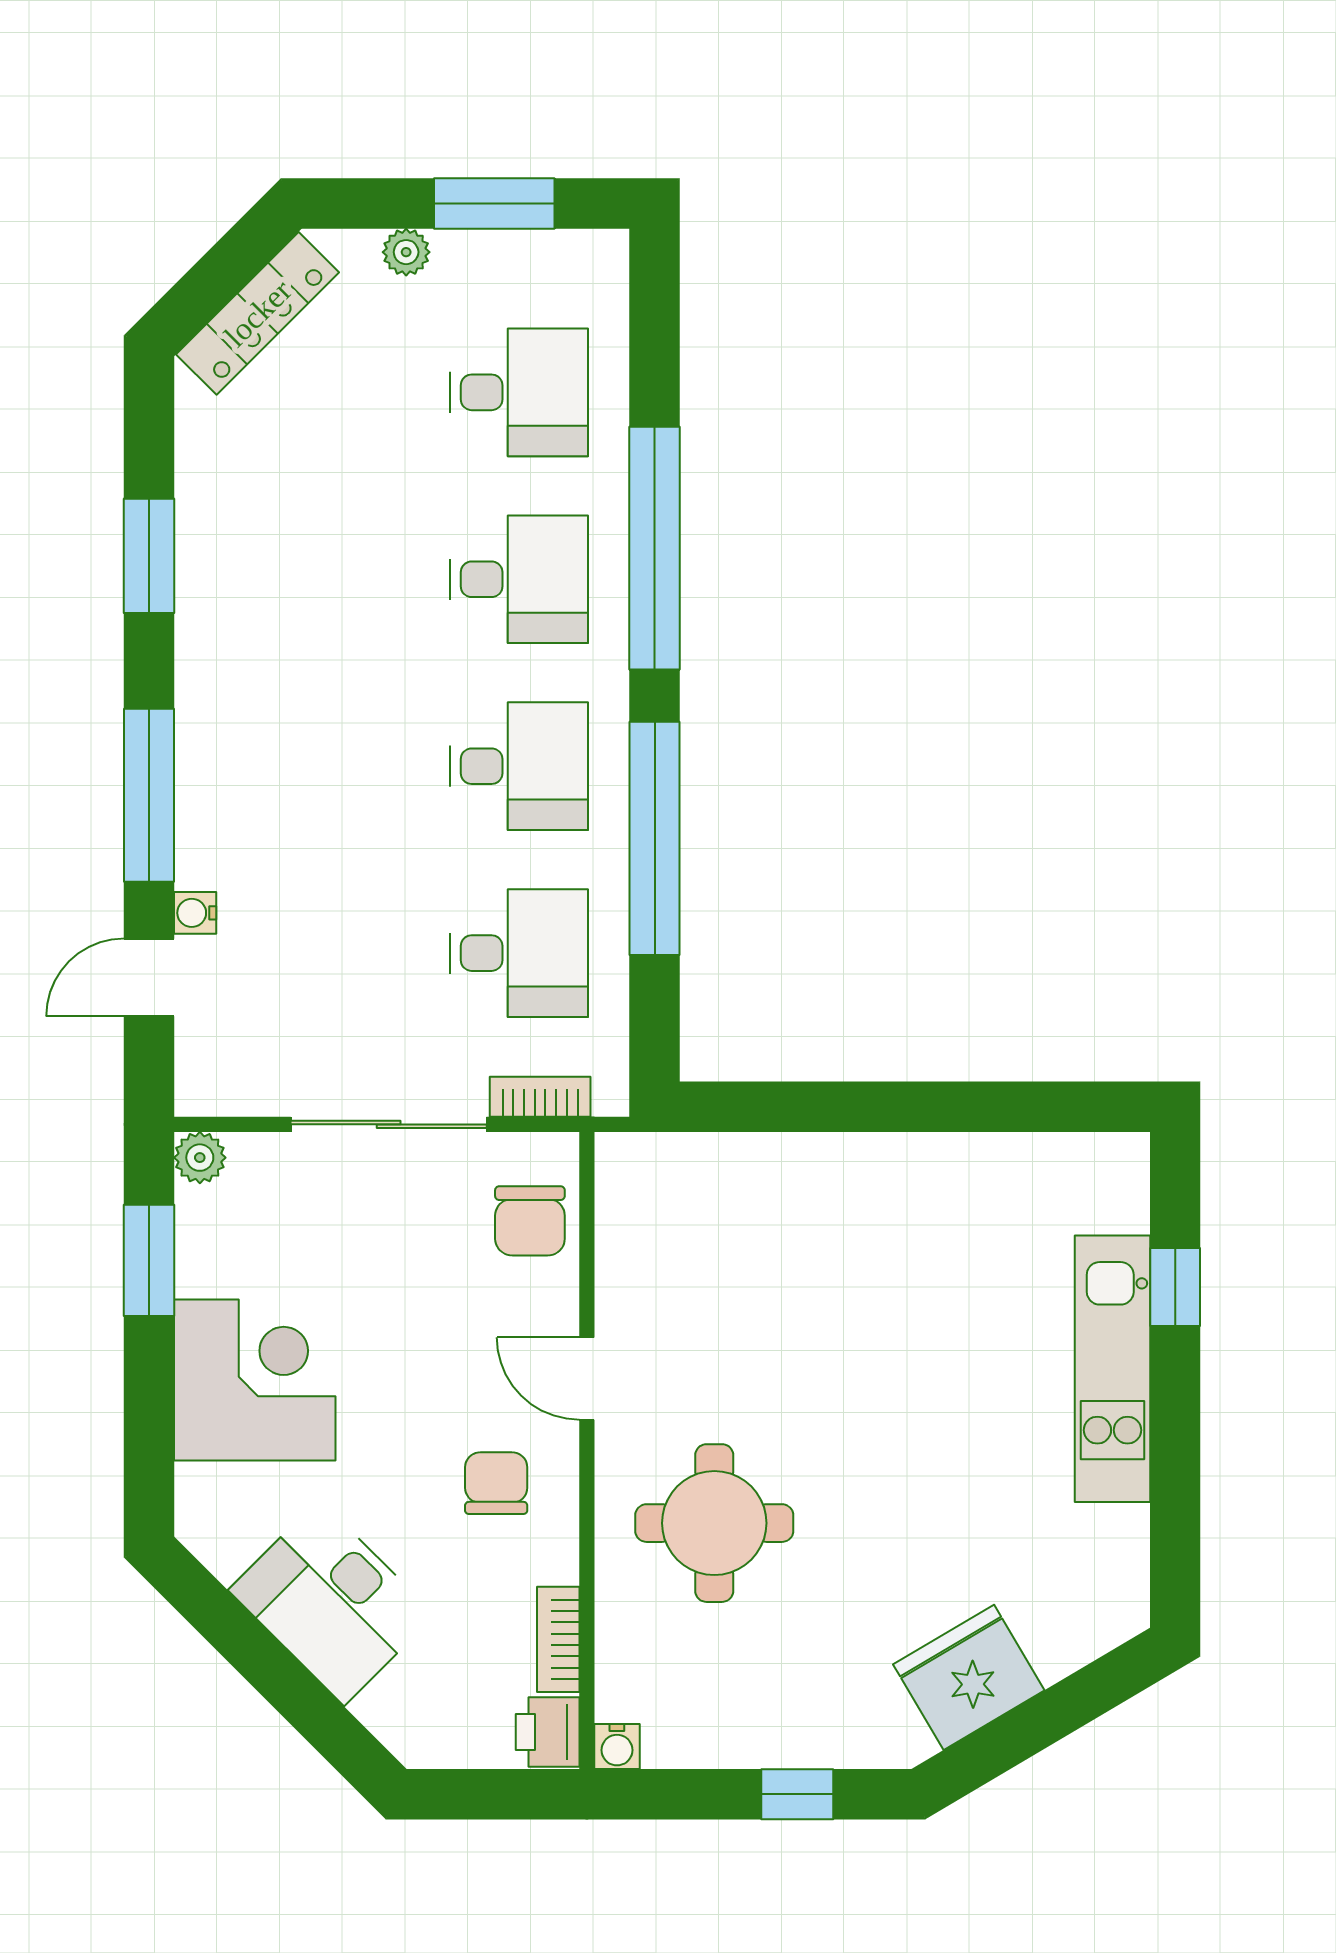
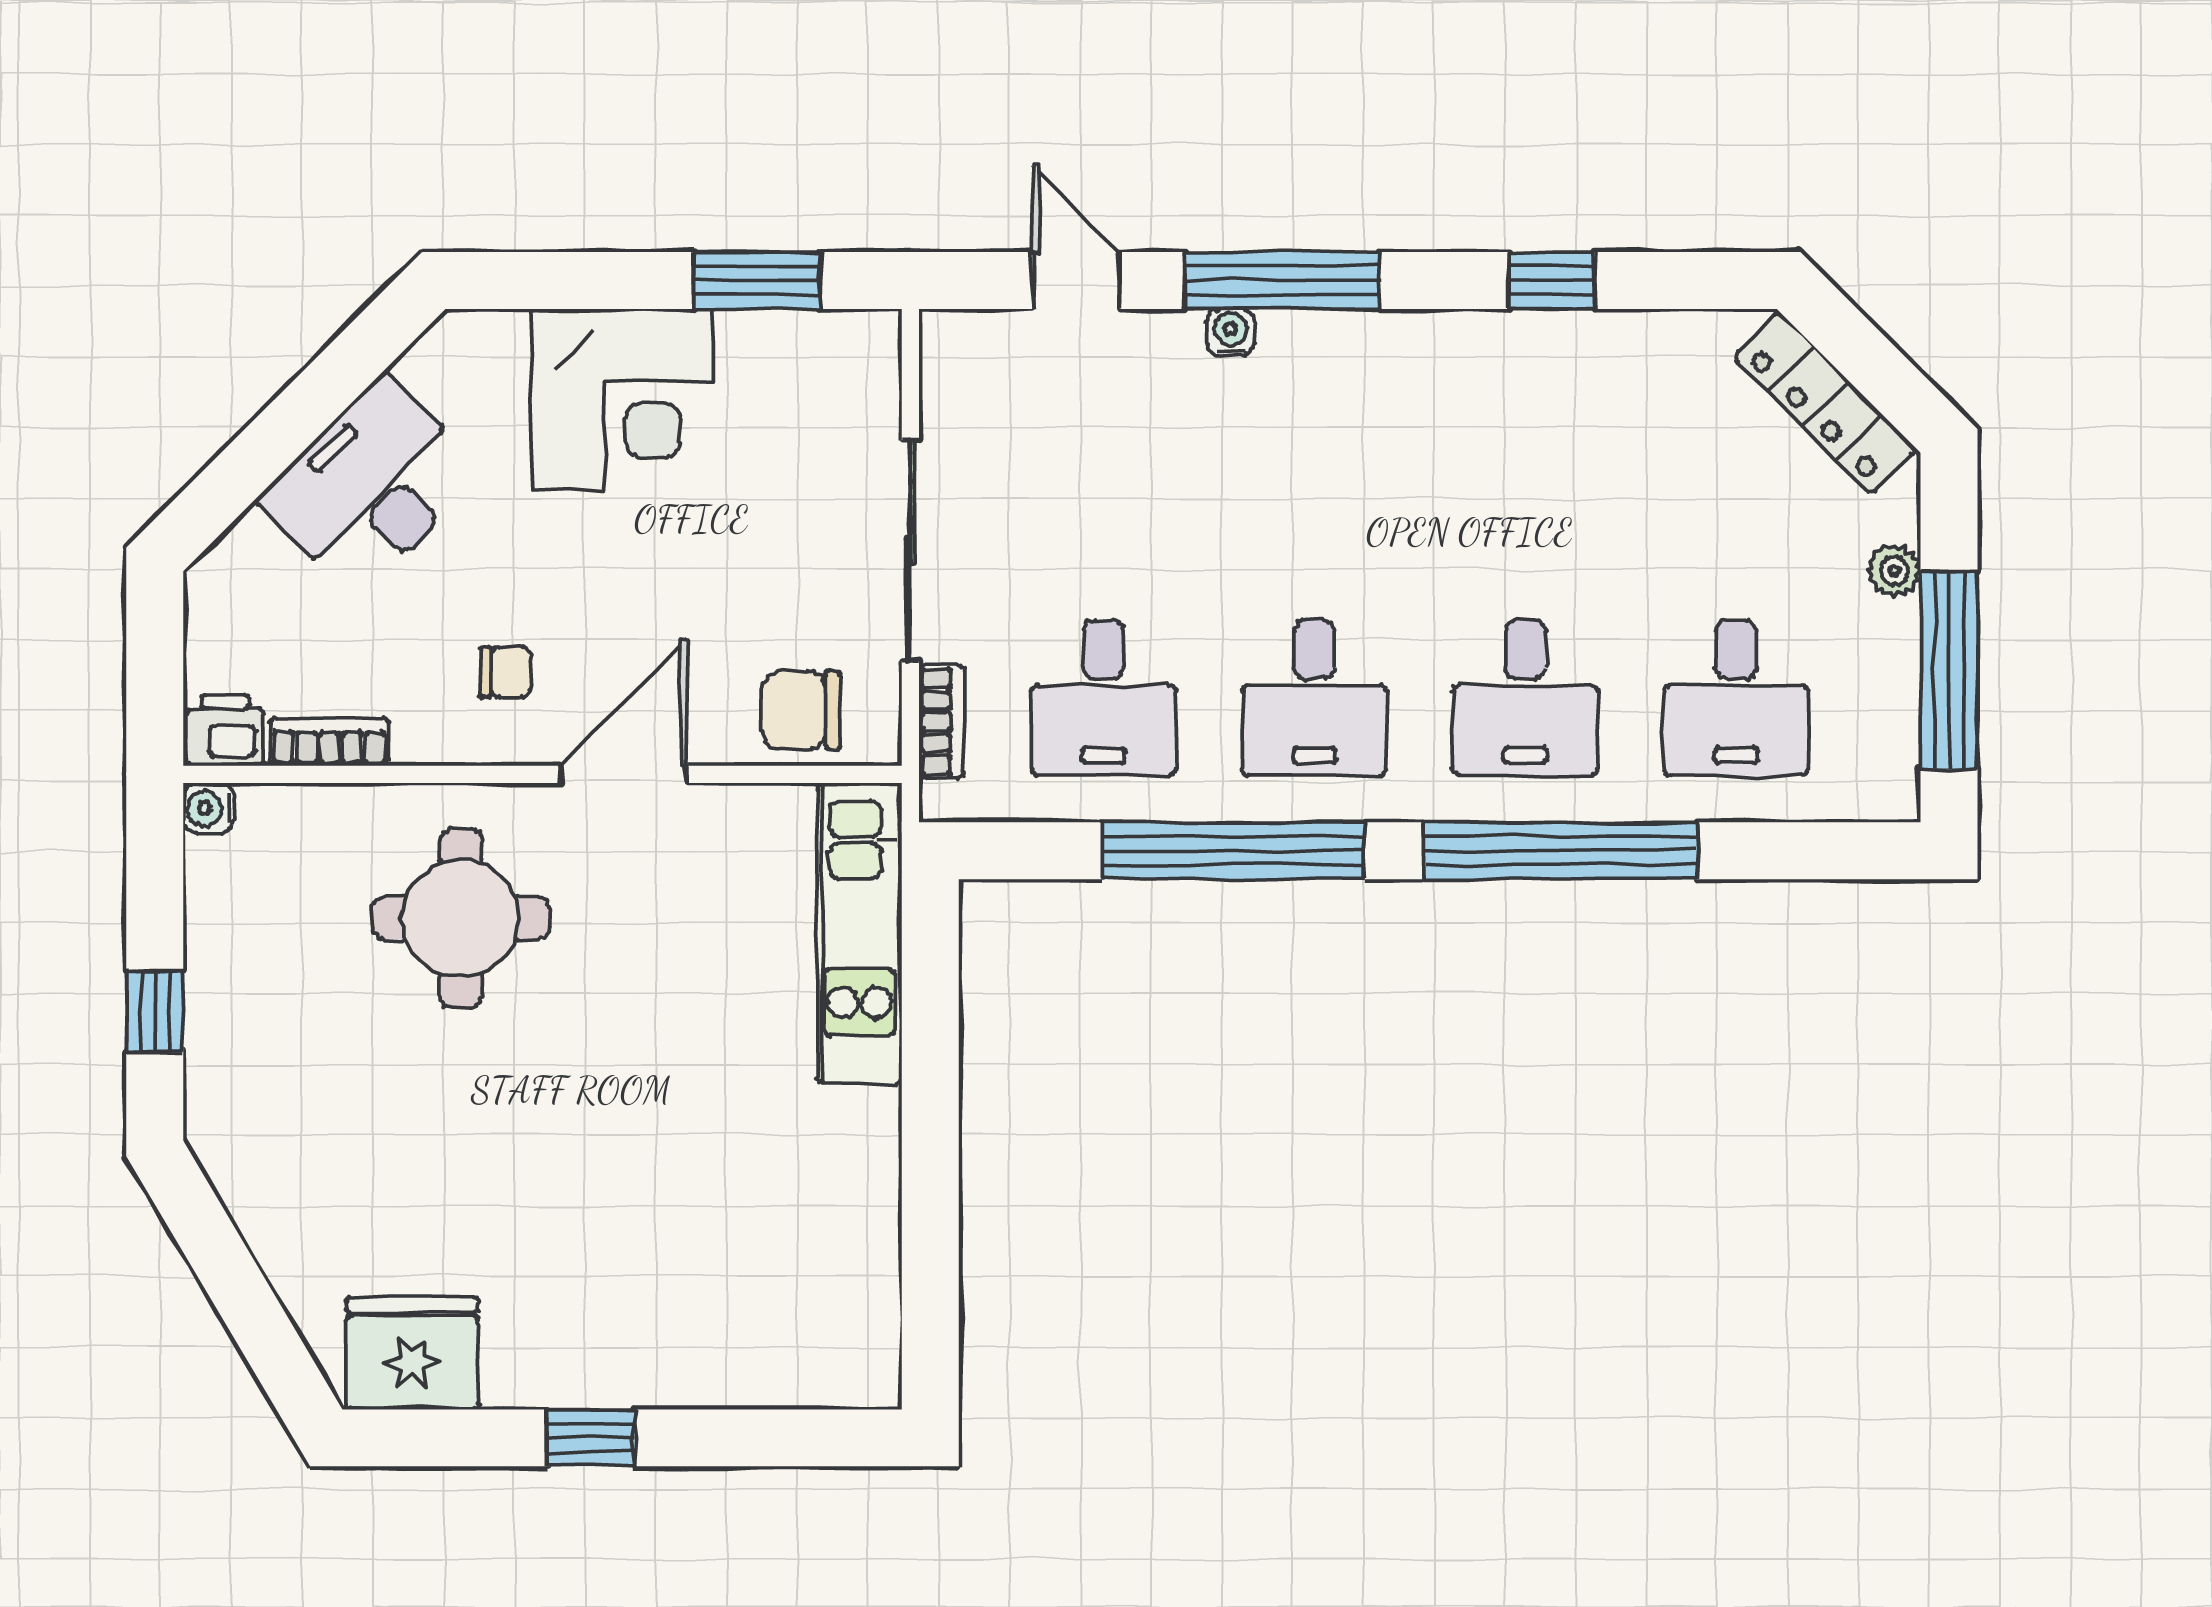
window: (494, 204) -> (1949, 670), width x1.44
window: (149, 556) -> (1552, 280), width x0.67
water cooler: (195, 913) -> (1231, 332), moved
plant: (200, 1158) -> (873, 338), removed
window: (1175, 1287) -> (590, 1438), moved
kitchen unit: (1112, 1369) -> (859, 933), moved, turned -90
door: (587, 1379) -> (624, 774), width x1.38
chair: (496, 1483) -> (506, 672), width x0.73, depth x0.73
fridge: (969, 1677) -> (412, 1354), moved, turned -59

